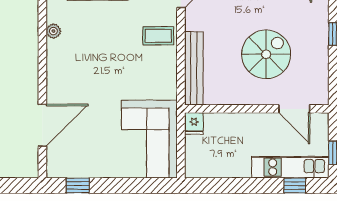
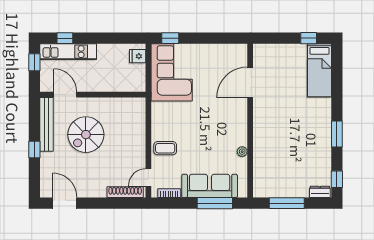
bench: (194, 68) -> (47, 124), moved
fridge: (194, 123) -> (138, 56), moved, turned -90
window: (78, 186) -> (170, 38), moved

